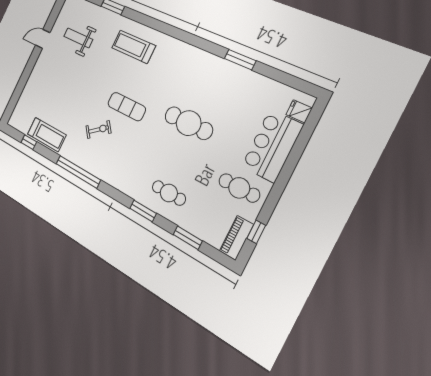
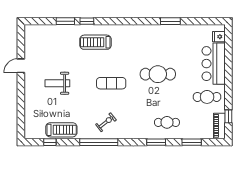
window: (136, 16) -> (87, 21), added
weight bench: (78, 38) -> (57, 83), moved
exercise bike: (98, 129) -> (106, 122), moved

